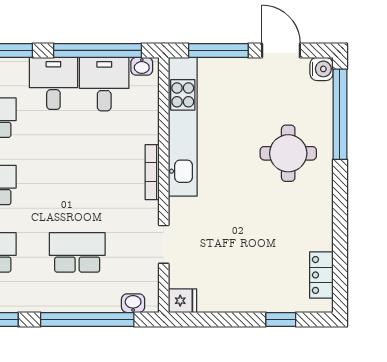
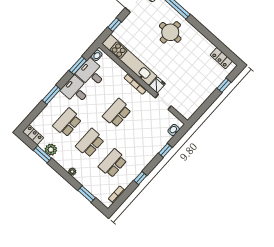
window: (97, 50) -> (78, 65), width x0.47
window: (218, 50) -> (115, 25), width x0.46
school desk: (77, 252) -> (117, 113), moved
fridge: (183, 301) -> (157, 85), moved
window: (87, 319) -> (165, 150), width x0.32

